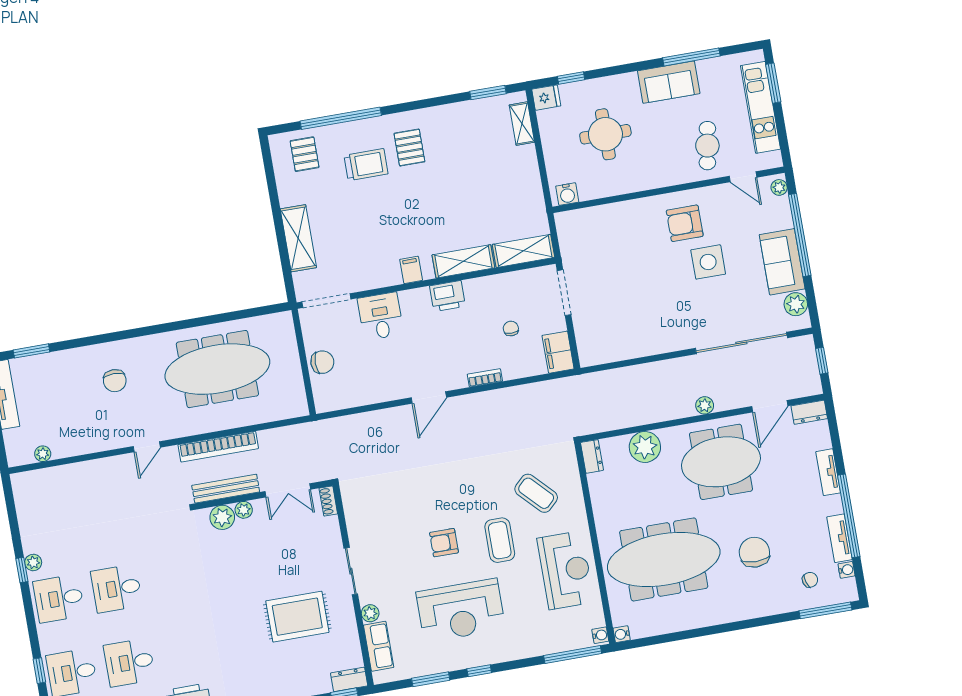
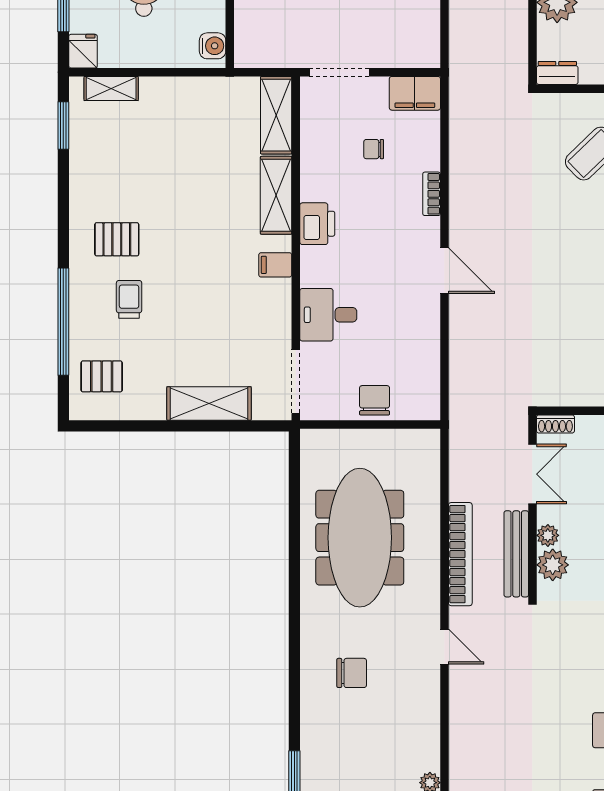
trolley: (366, 165) -> (129, 299), width x0.73, depth x0.72

